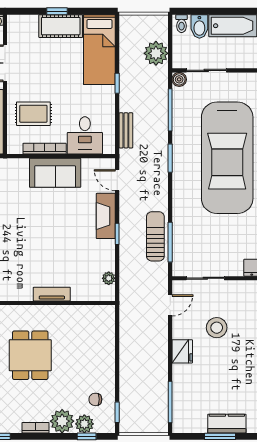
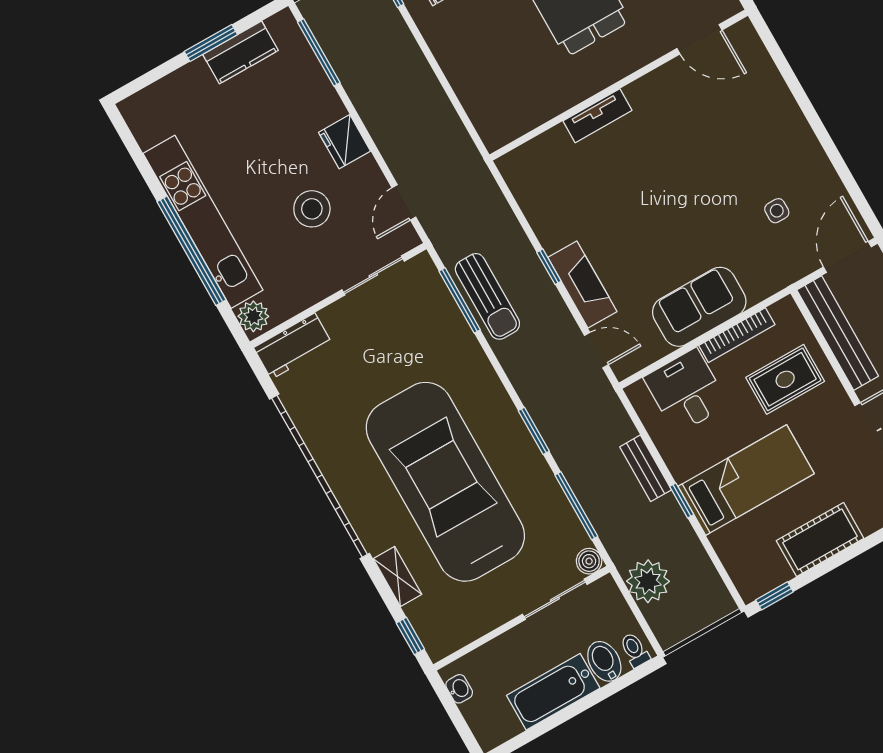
window: (57, 11) -> (774, 596), moved
bed: (99, 50) -> (746, 480), moved, turned 90
bench: (126, 130) -> (646, 468), moved
plant: (109, 278) -> (523, 190), removed
kitchen counter: (227, 424) -> (240, 52), moved

